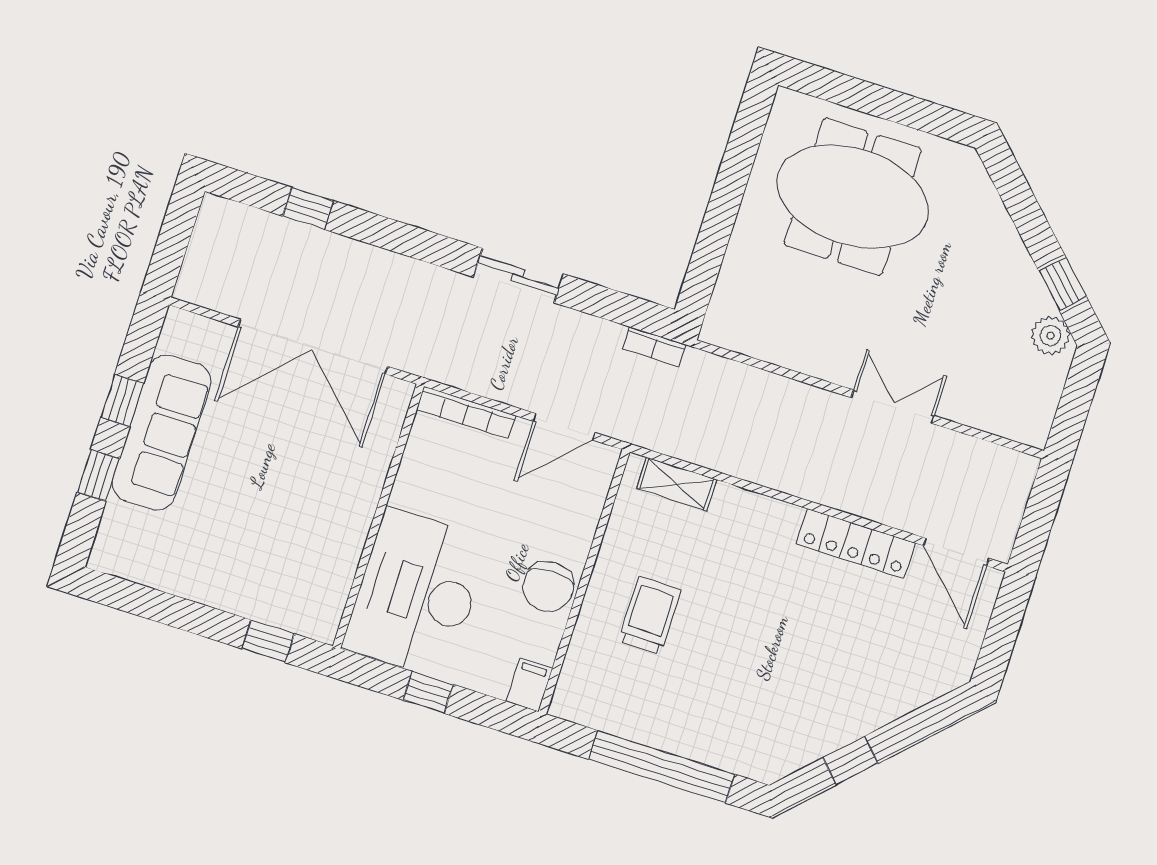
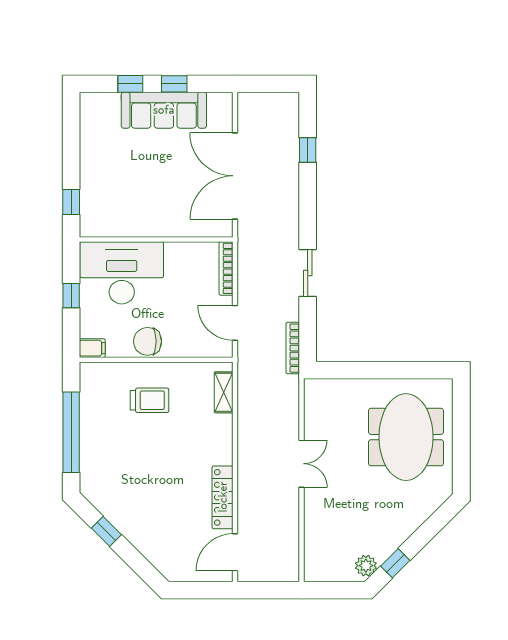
bookcase: (655, 347) -> (293, 348), width x1.56
double door: (893, 407) -> (301, 464), moved

